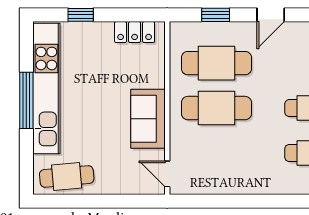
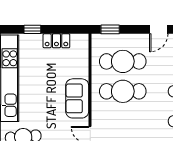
window: (216, 15) -> (110, 29), moved
locker: (135, 32) -> (56, 41), moved

